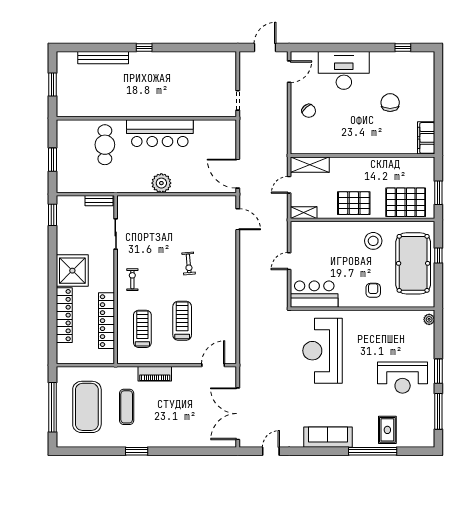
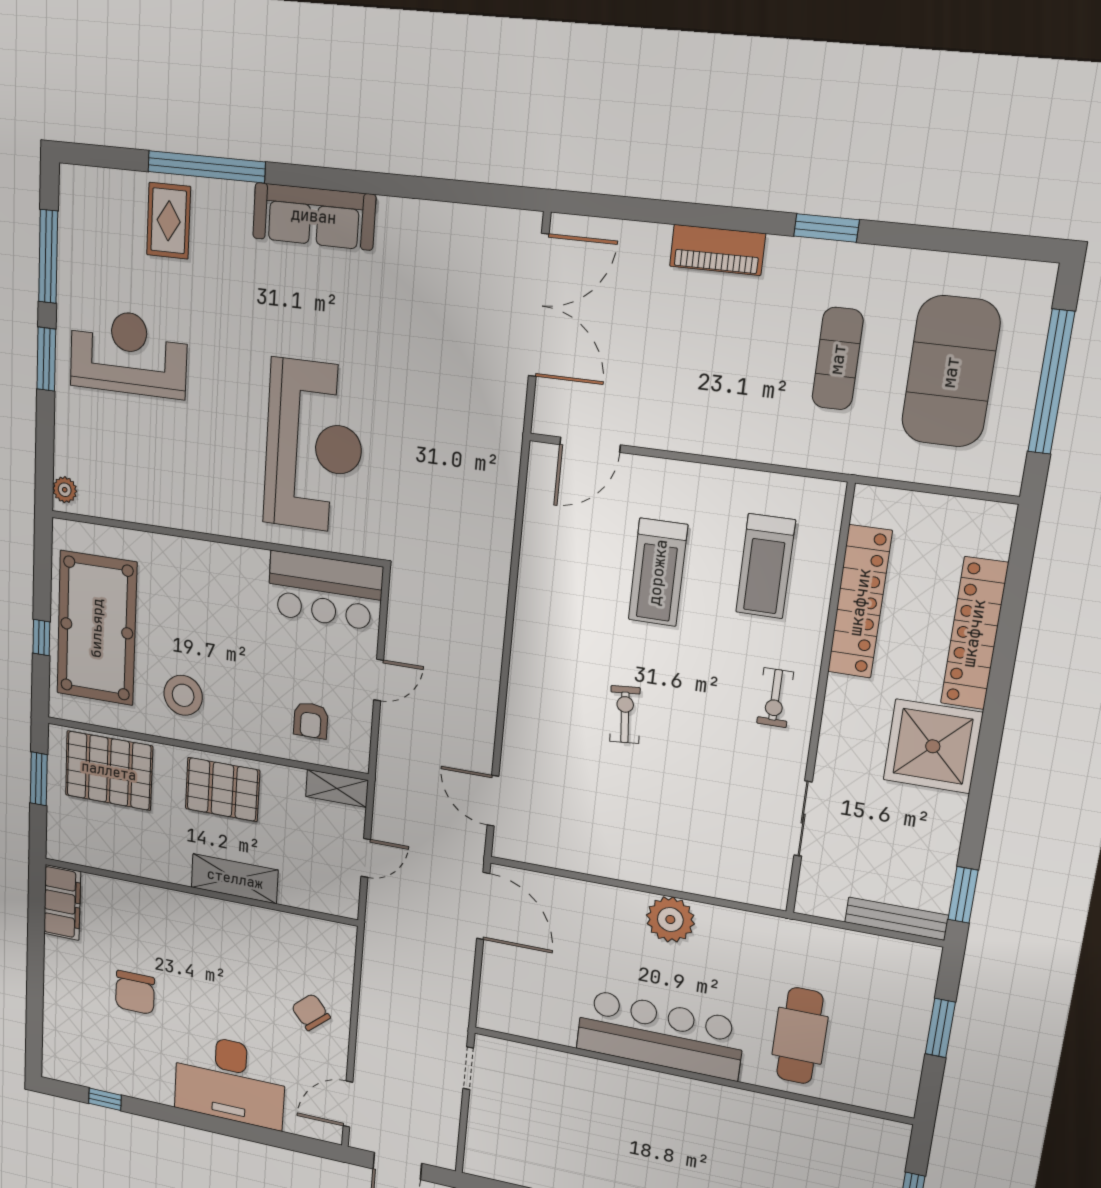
shelving: (310, 165) -> (235, 879), moved
bench: (99, 201) -> (896, 919), moved, width x1.36
armchair: (373, 290) -> (311, 720), moved
piano: (155, 374) -> (717, 250), moved, turned 180
door: (271, 451) -> (461, 192), removed

